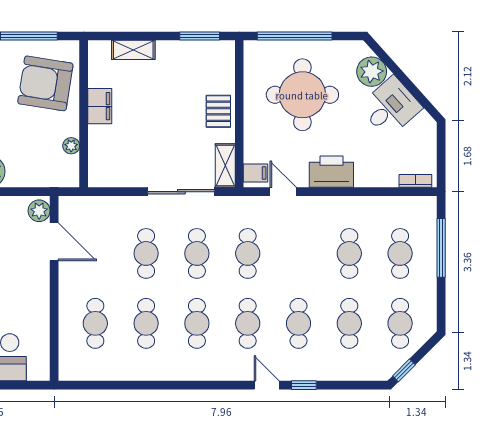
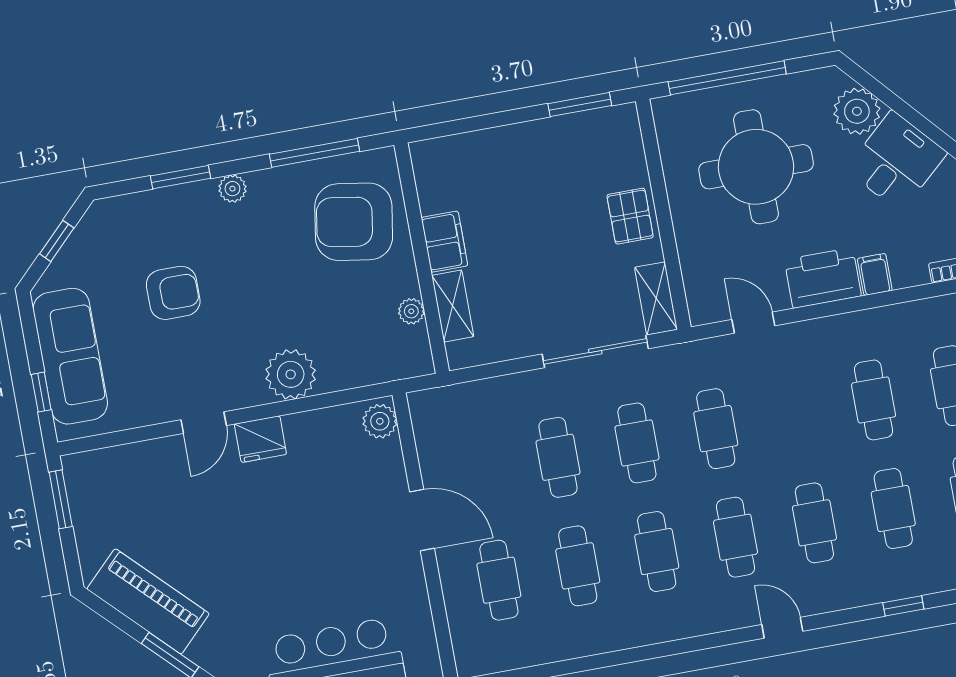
shelving: (133, 50) -> (453, 306), moved, turned 90
filing cabinet: (256, 173) -> (875, 274), moved, turned -90
door: (54, 242) -> (422, 520), moved
window: (304, 385) -> (903, 606), moved

